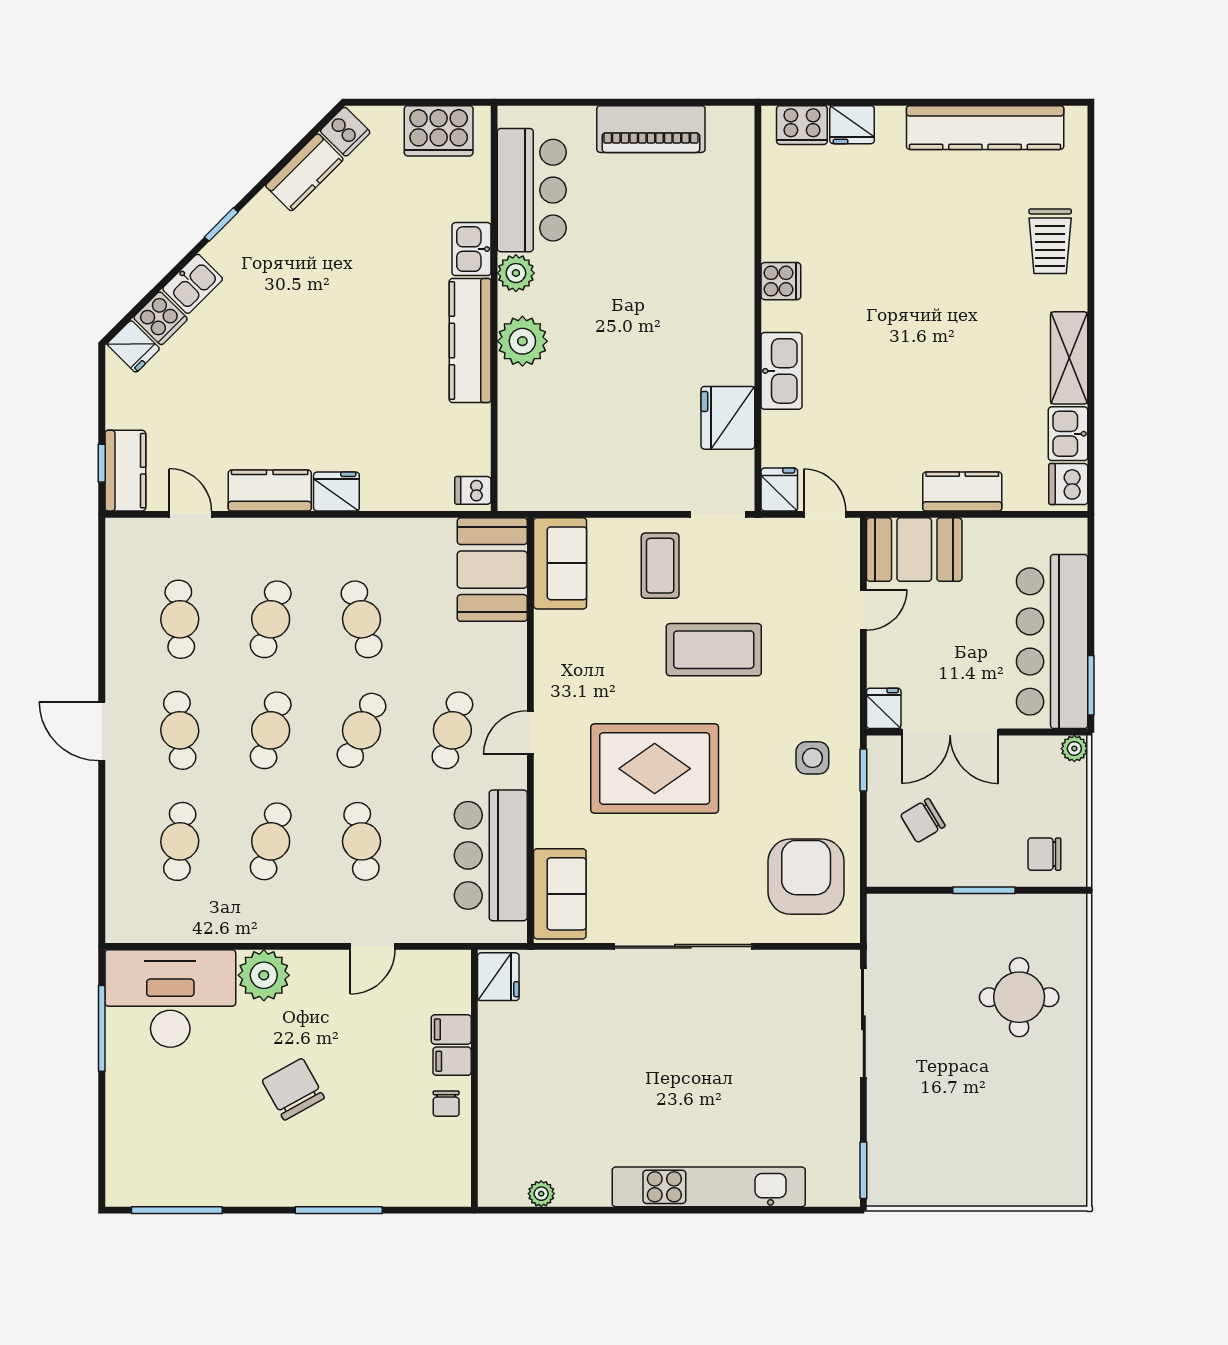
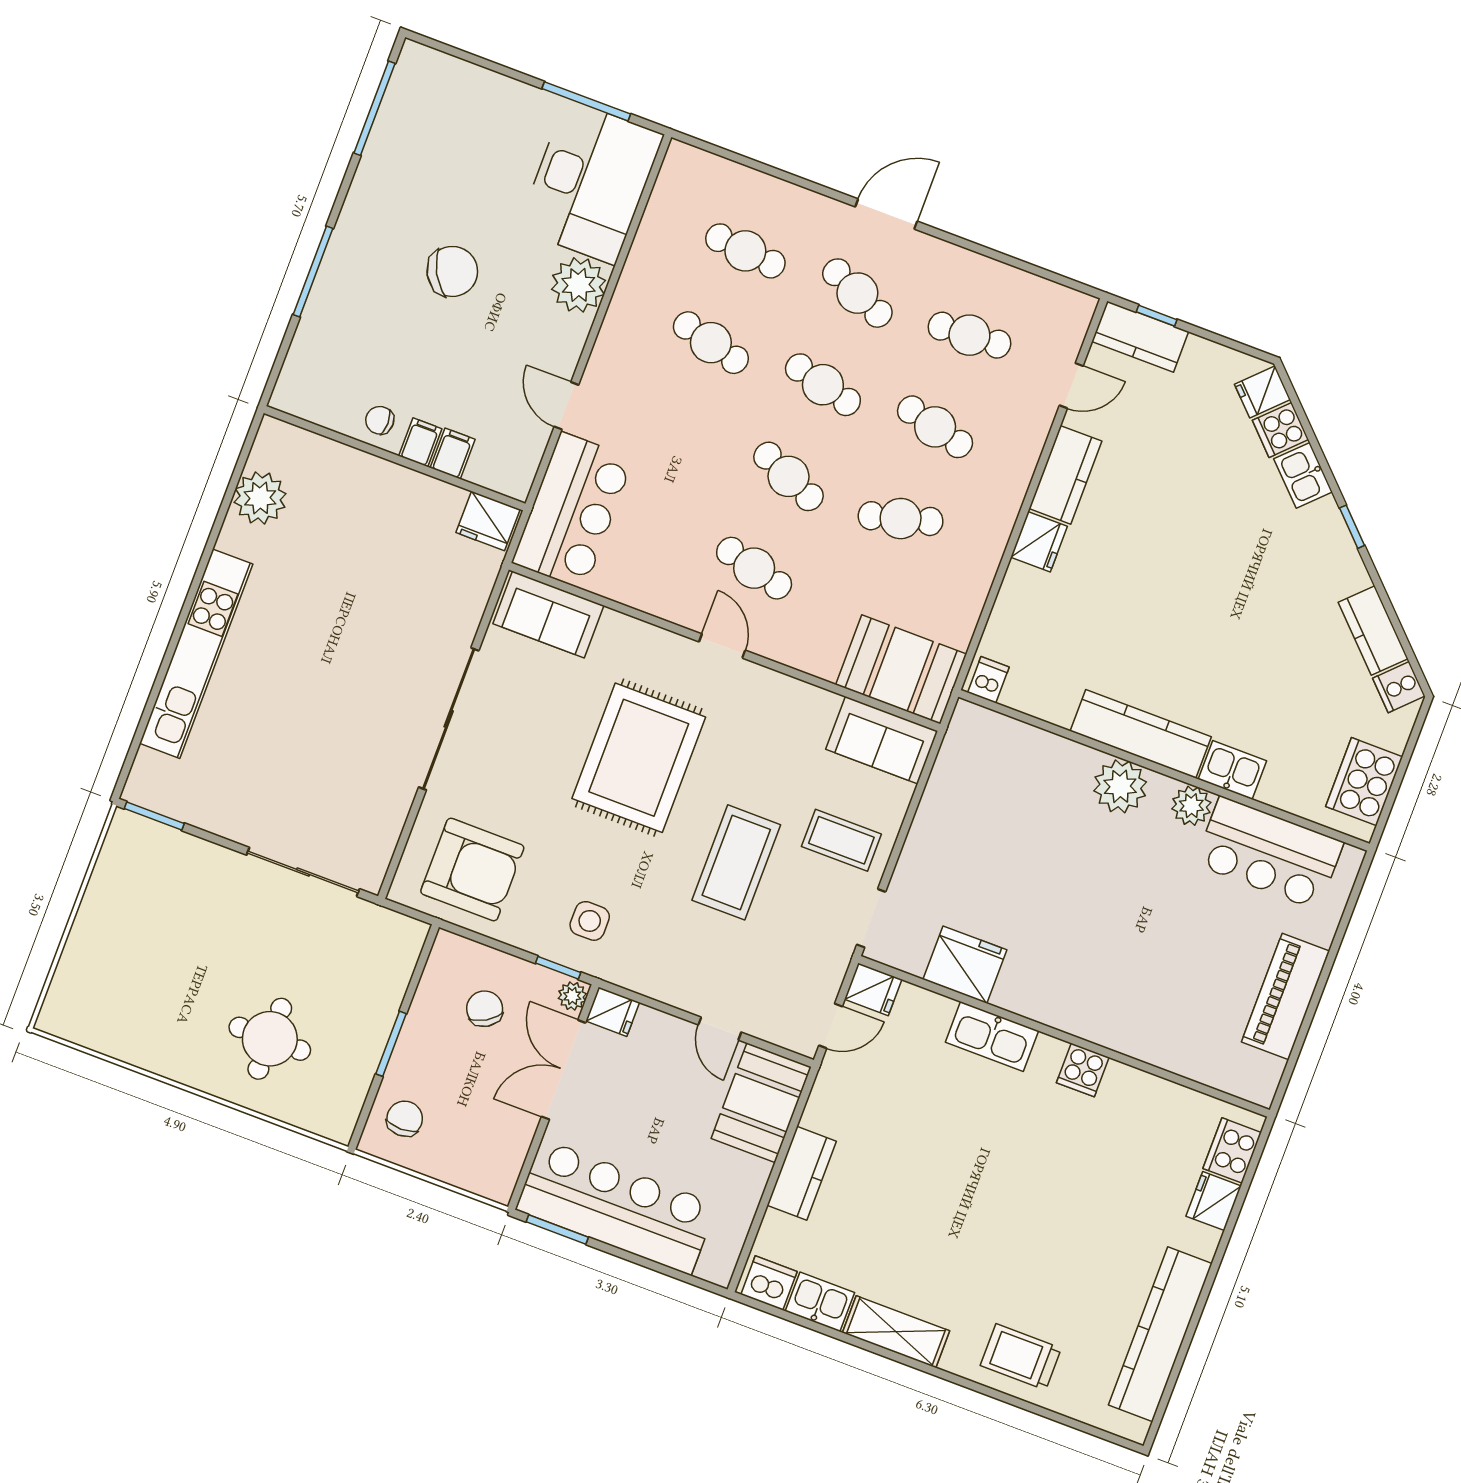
cafe table: (180, 730) -> (857, 293), turned 30
plant: (1074, 749) -> (572, 996), moved
cafe table: (362, 841) -> (676, 434), removed
bar counter: (491, 855) -> (573, 511), moved, turned 90
plant: (541, 1194) -> (260, 498), width x1.88, depth x1.88

